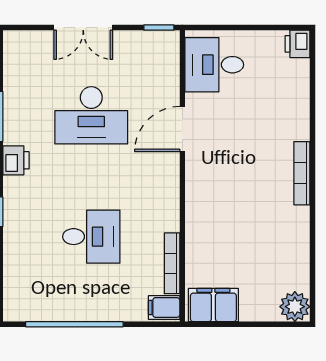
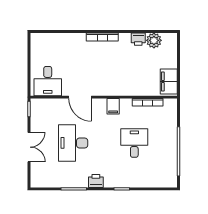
printer: (297, 44) -> (138, 39), moved
desk: (91, 115) -> (73, 143), turned 180
filing cabinet: (164, 307) -> (113, 106), moved
plant: (295, 307) -> (154, 40), moved

